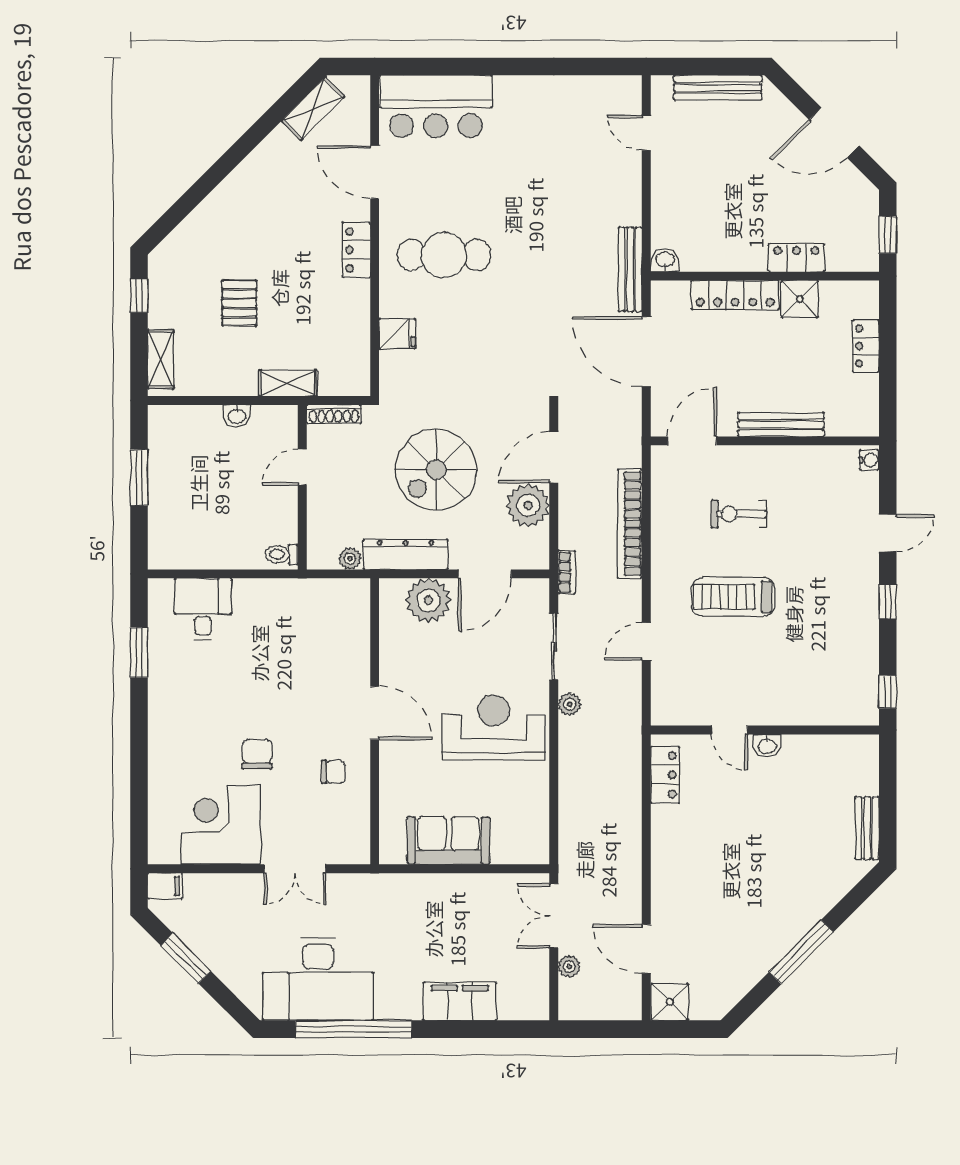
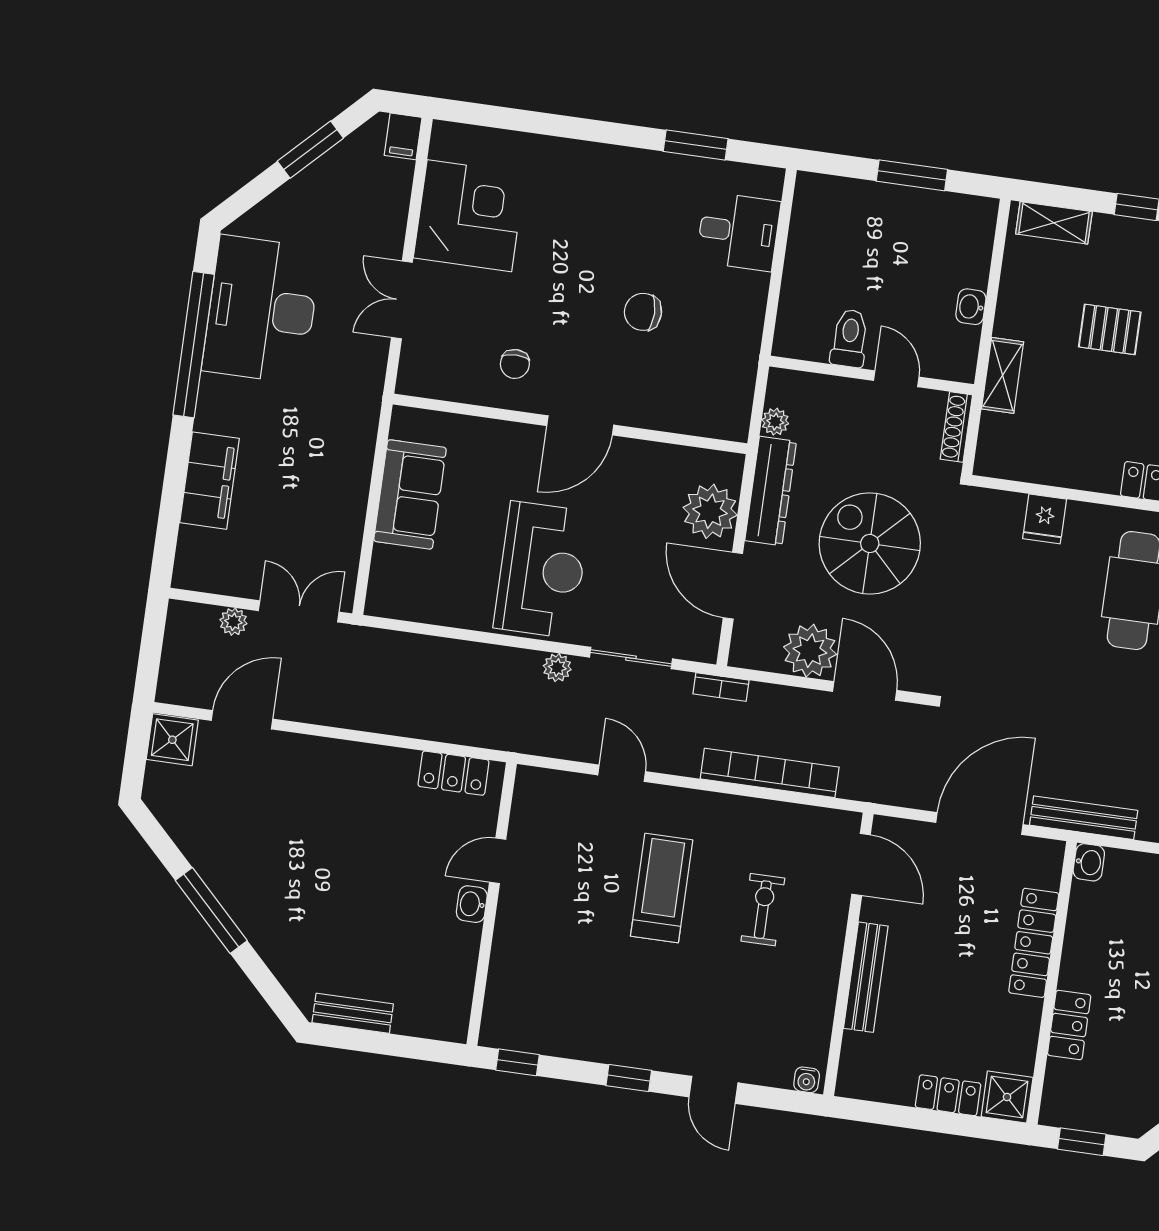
shower: (800, 299) -> (1007, 1097), moved
toilet: (282, 554) -> (850, 338), moved, width x1.37, depth x1.39
chair: (257, 754) -> (643, 312), moved, turned 180

